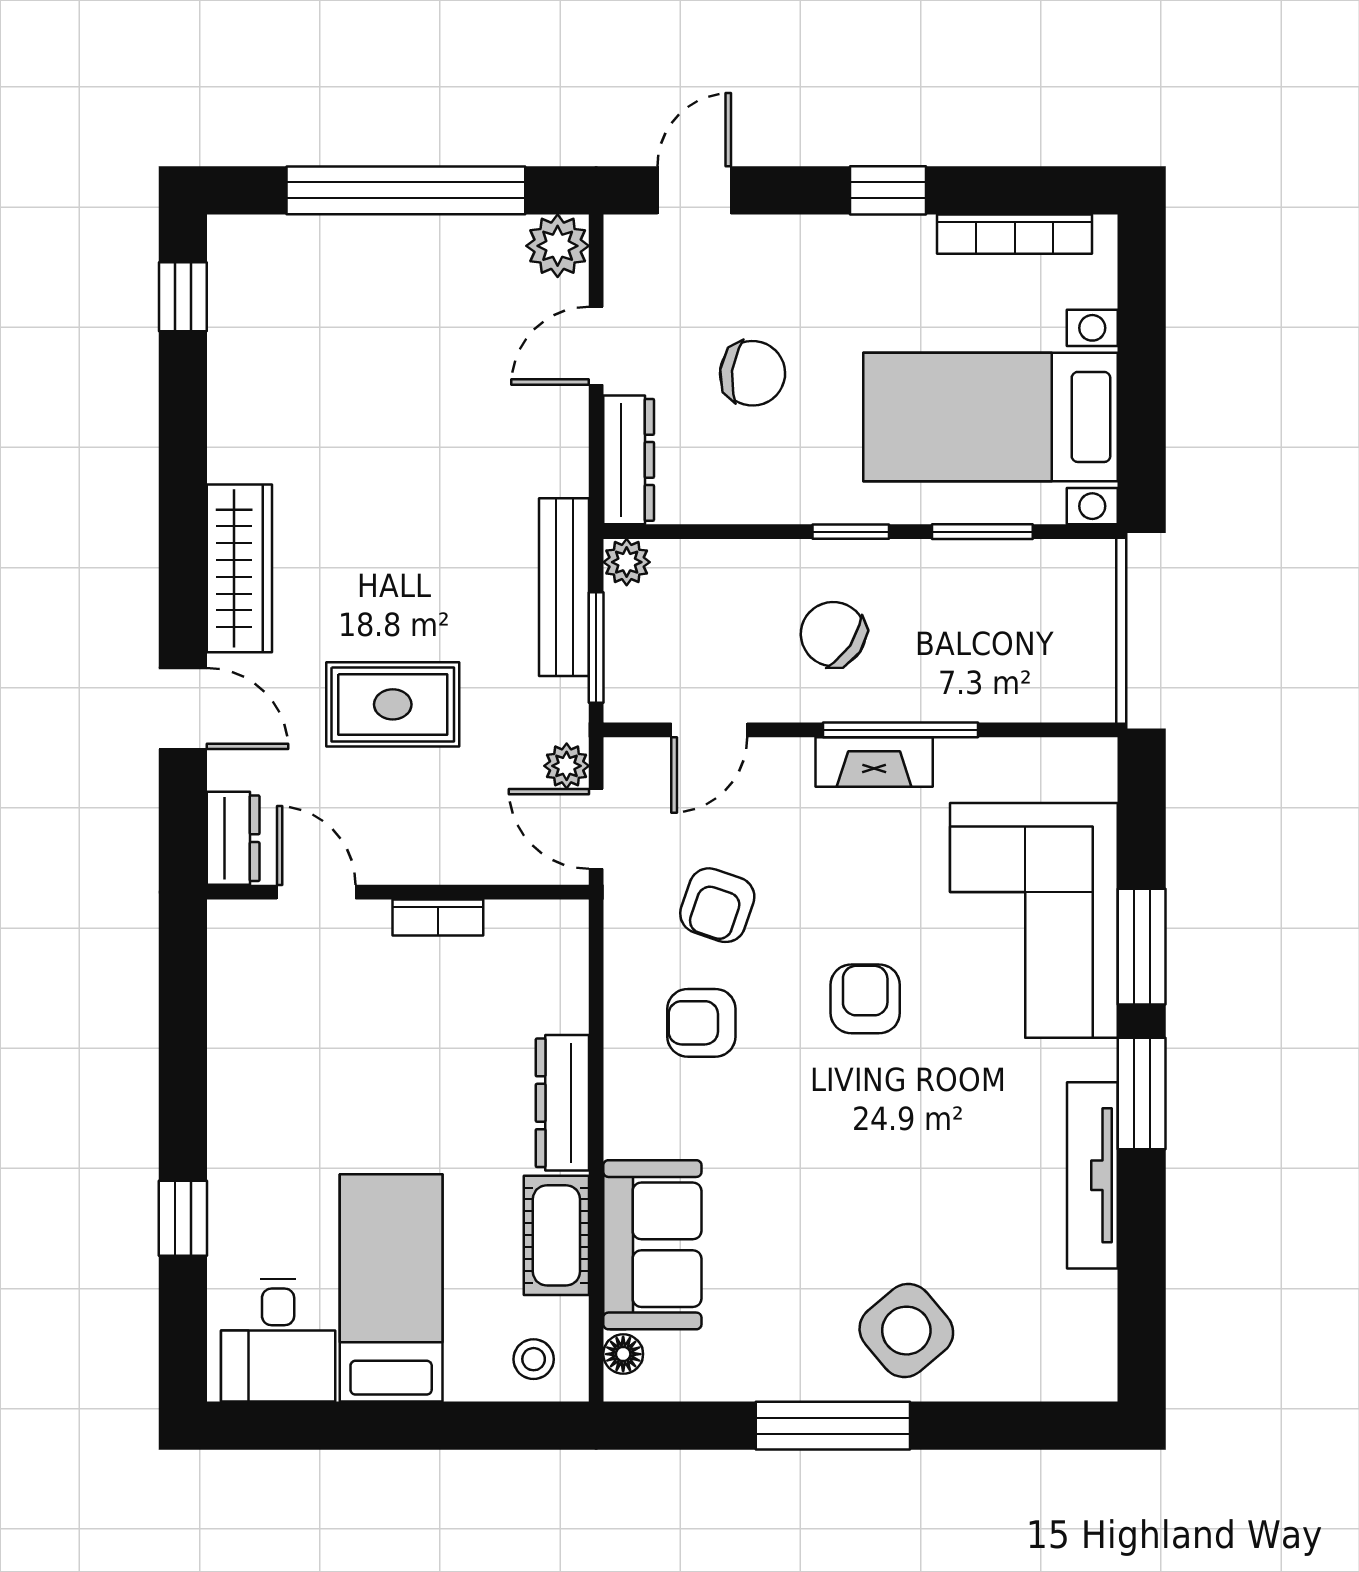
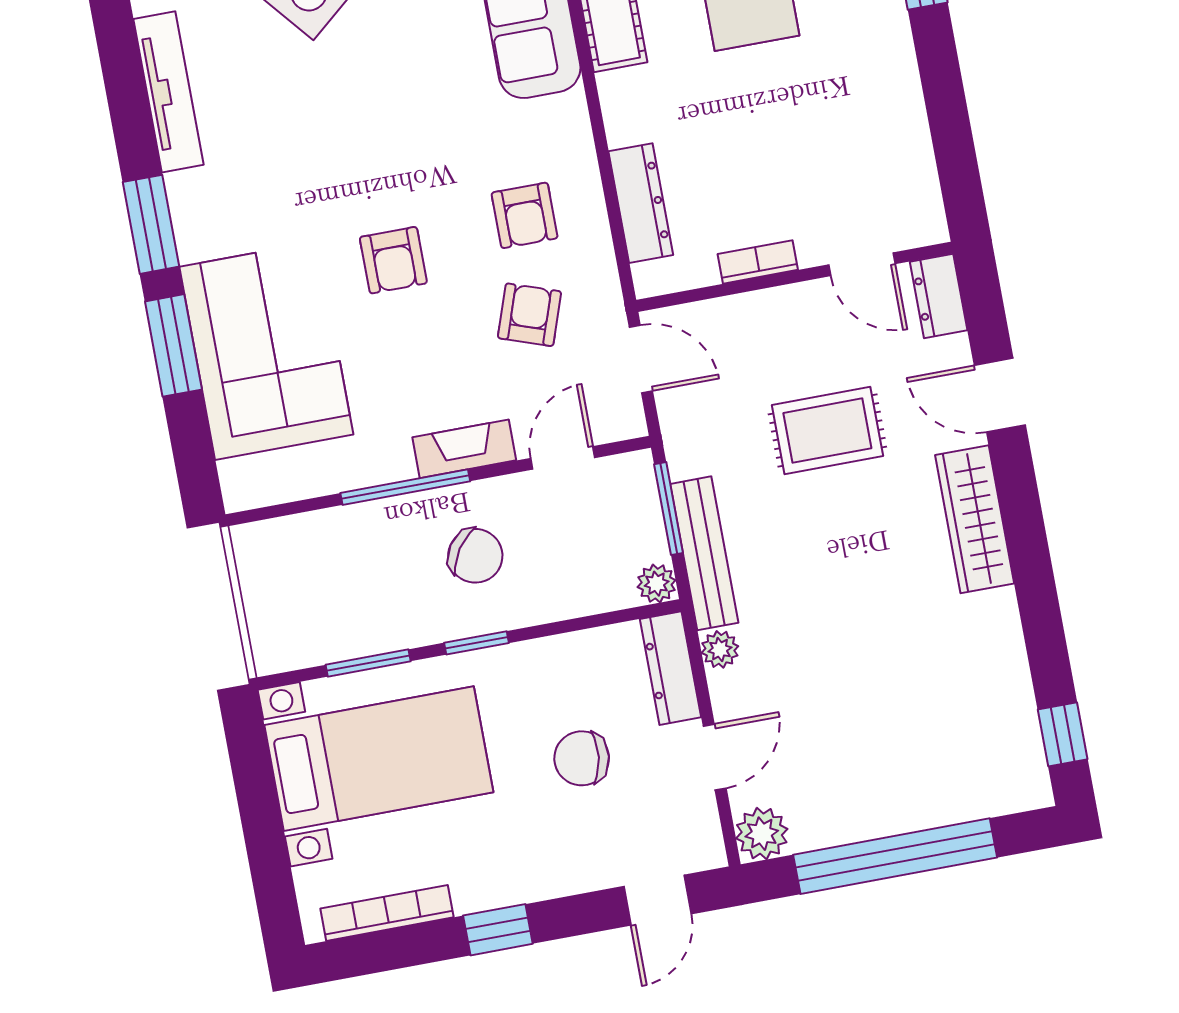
fireplace: (874, 762) -> (464, 449), moved
plant: (567, 766) -> (720, 649), moved
armchair: (701, 1023) -> (525, 215), turned 90
dresser: (562, 1103) -> (641, 203), moved
tv unit: (1092, 1175) -> (168, 92), moved

